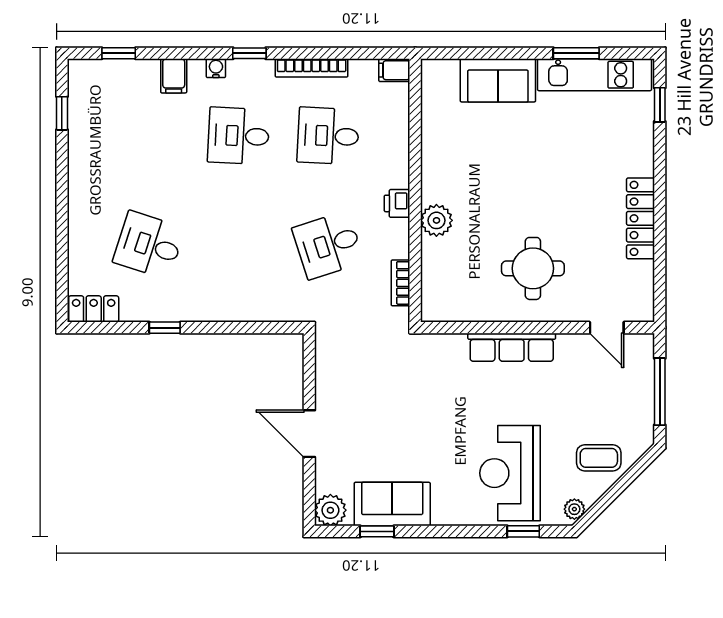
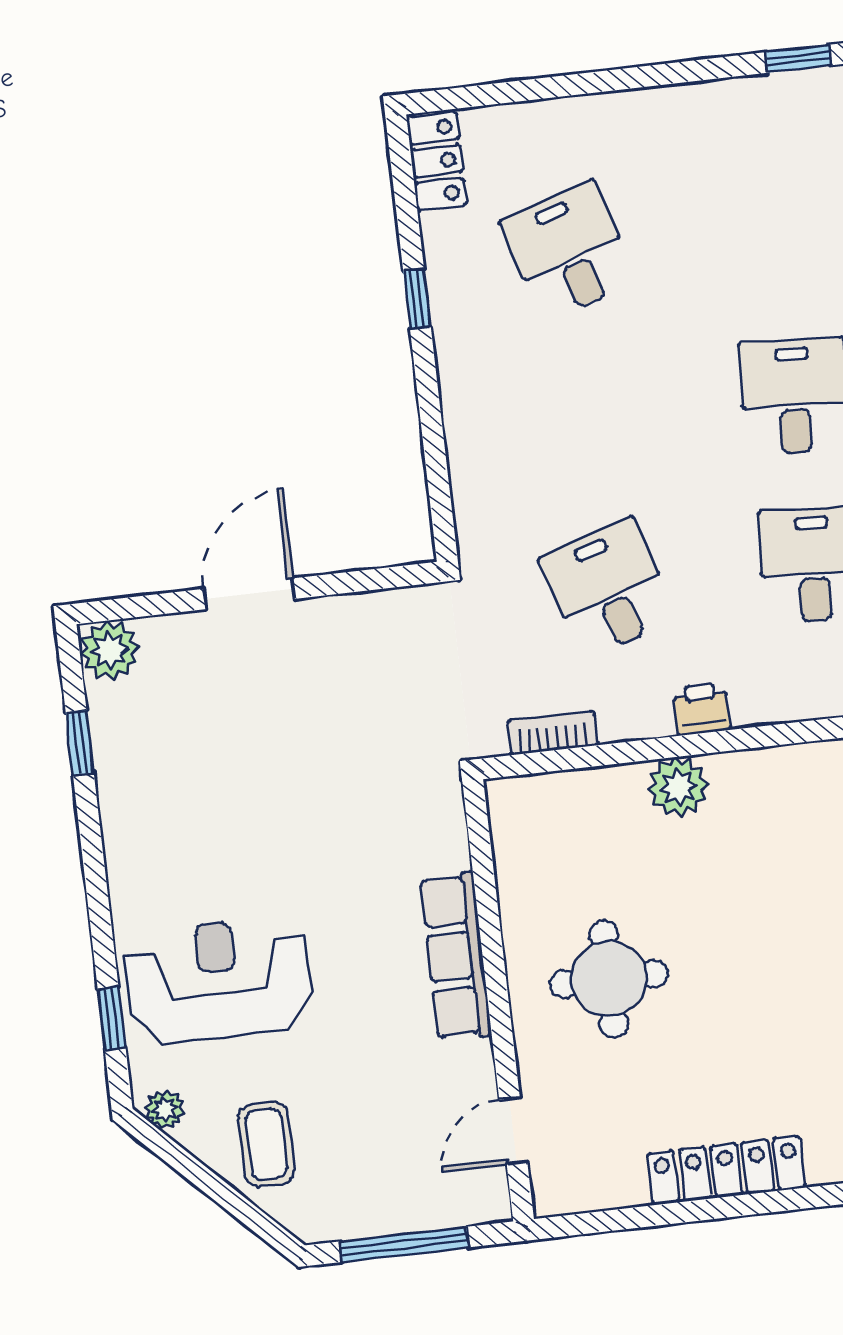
desk: (149, 245) -> (569, 251), turned -36
sofa: (392, 504) -> (134, 765), removed

